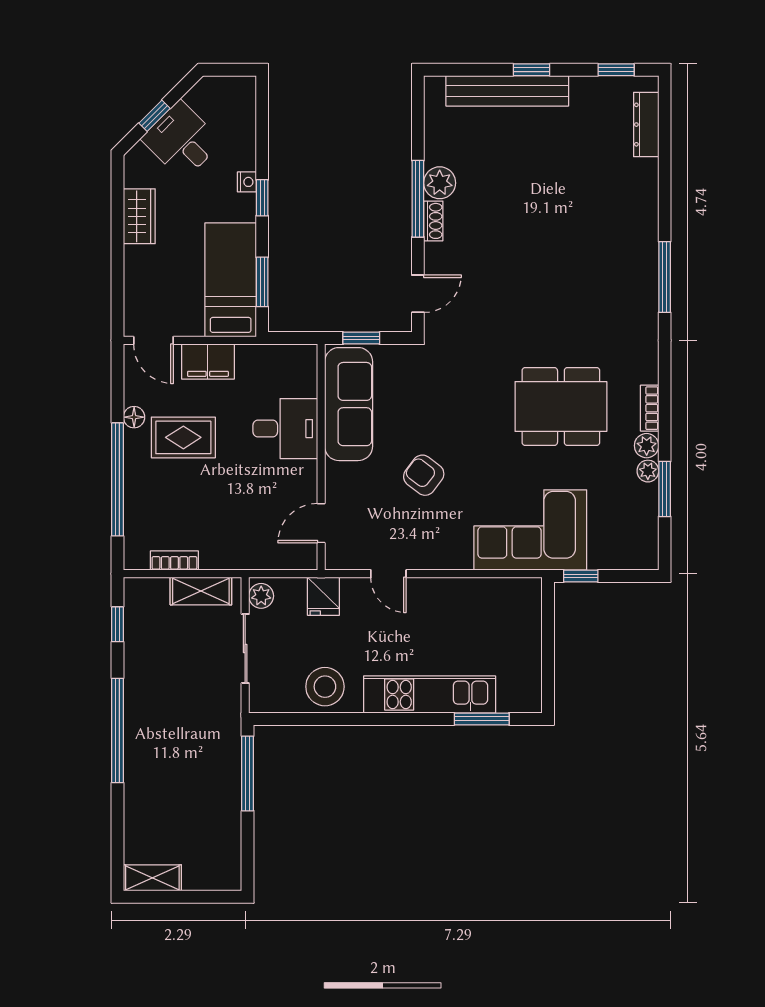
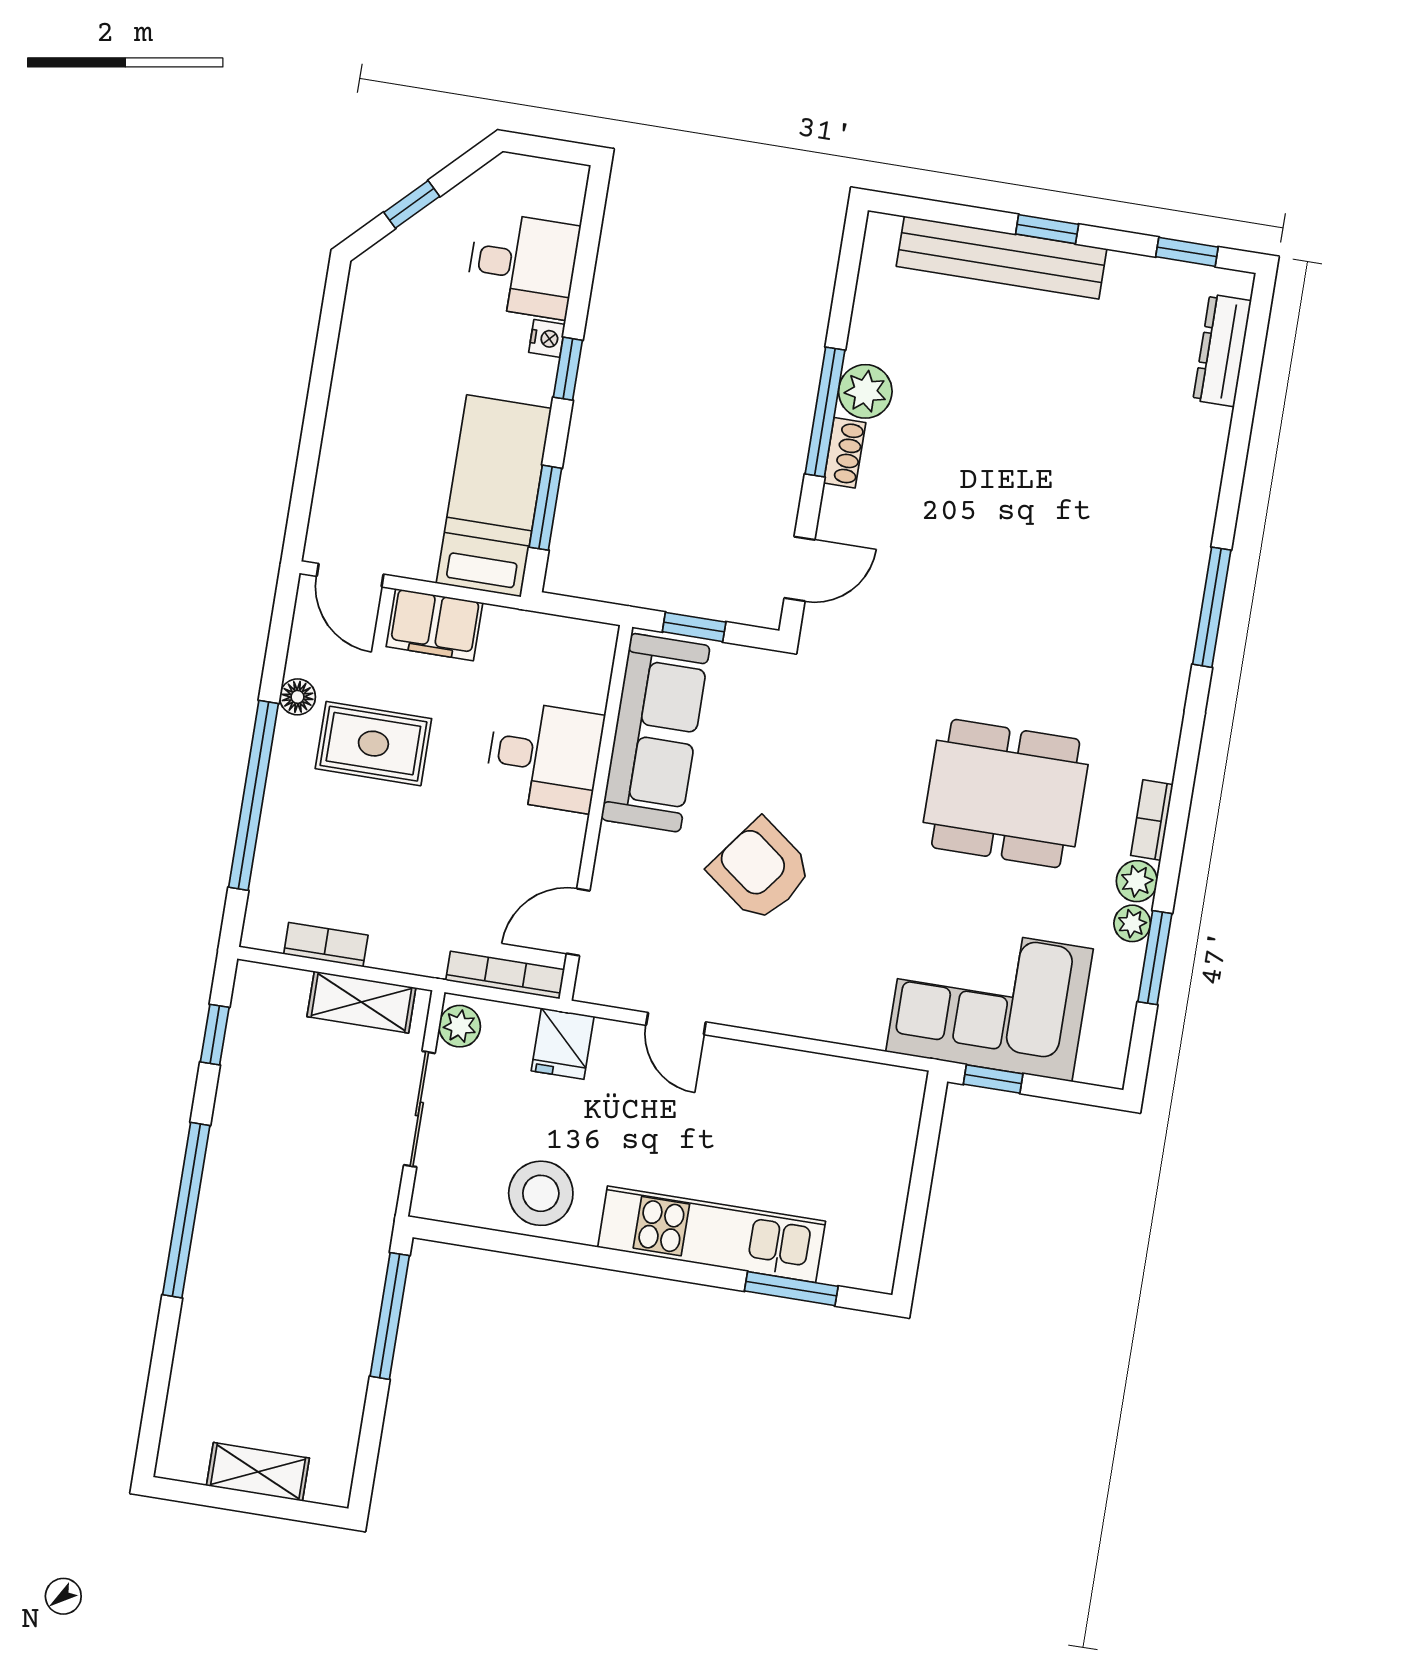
desk: (182, 140) -> (523, 265), moved, turned 135
wardrobe: (139, 216) -> (360, 366), removed
armchair: (424, 475) -> (761, 870), width x1.38, depth x1.38
corner sofa: (530, 530) -> (990, 1000), moved
bookcase: (283, 561) -> (505, 975), added
shelving: (152, 878) -> (258, 1472), moved

